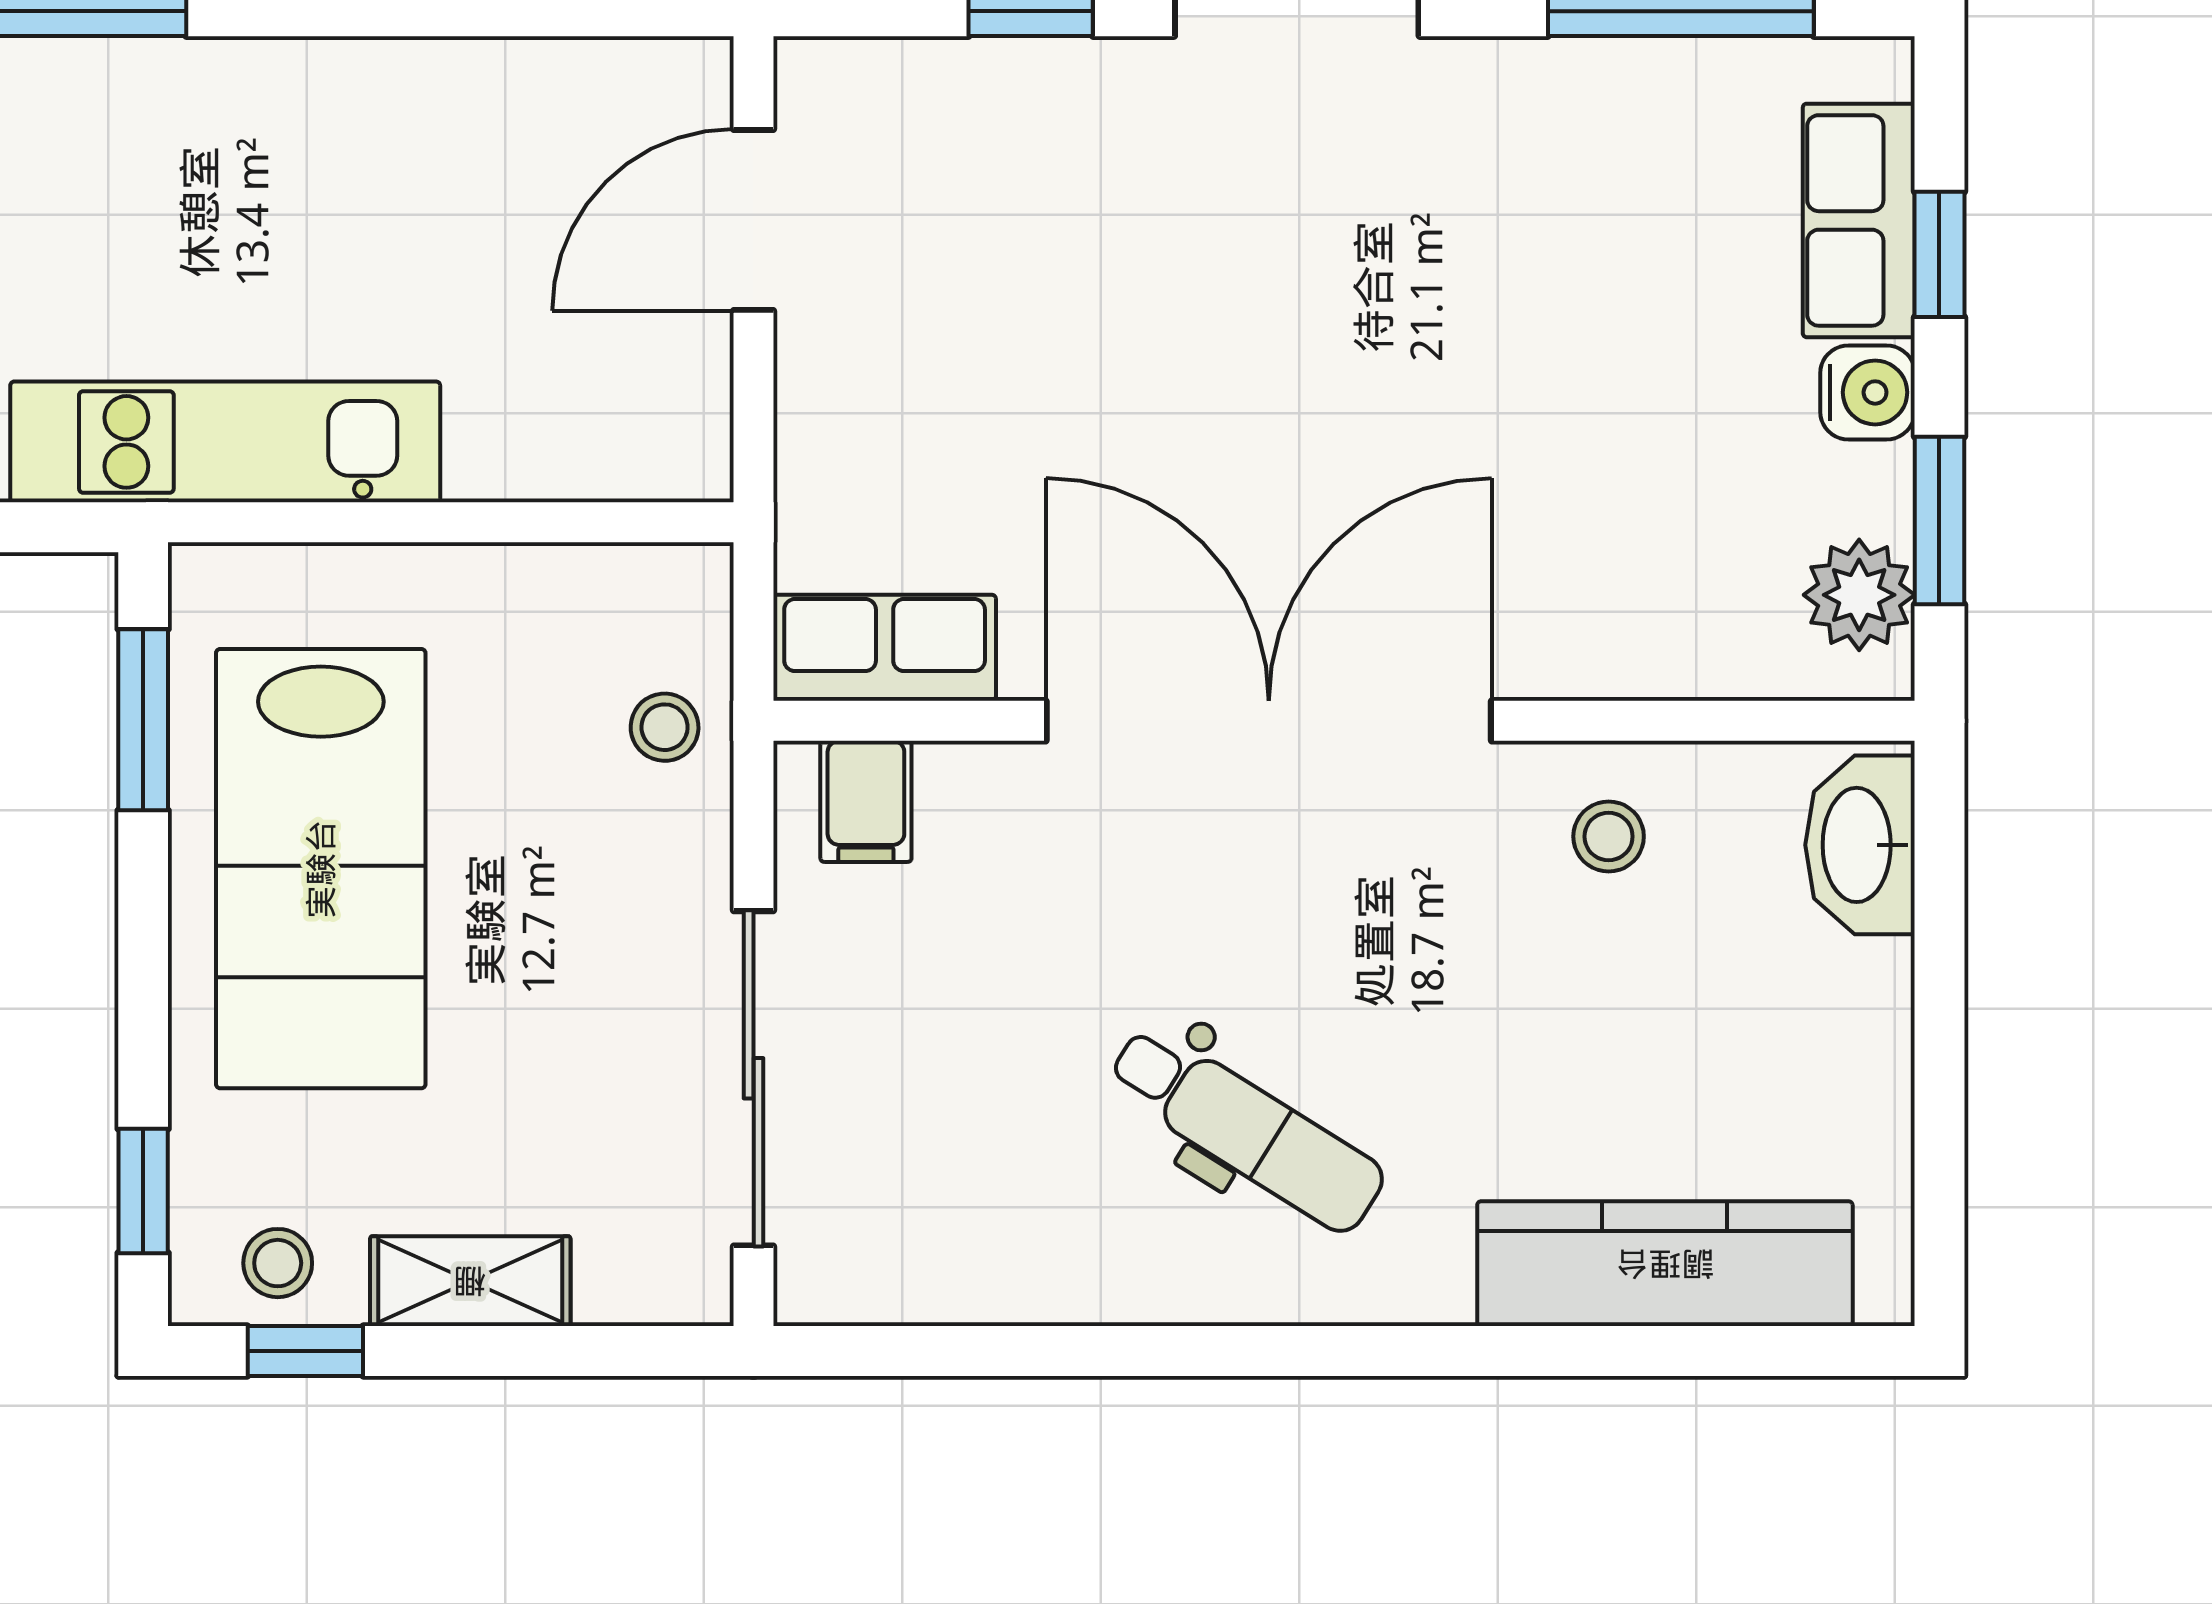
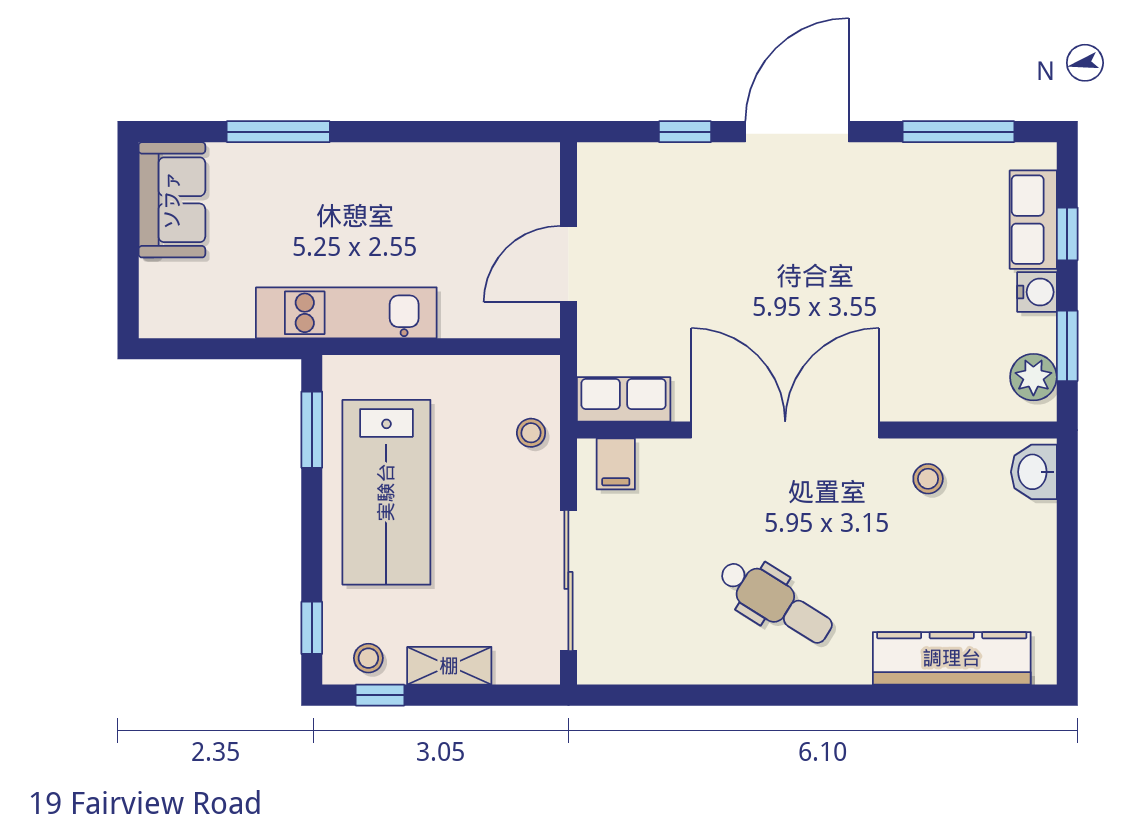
door: (754, 220) -> (568, 264), moved
washbasin: (1860, 845) -> (1034, 472), width x0.72

